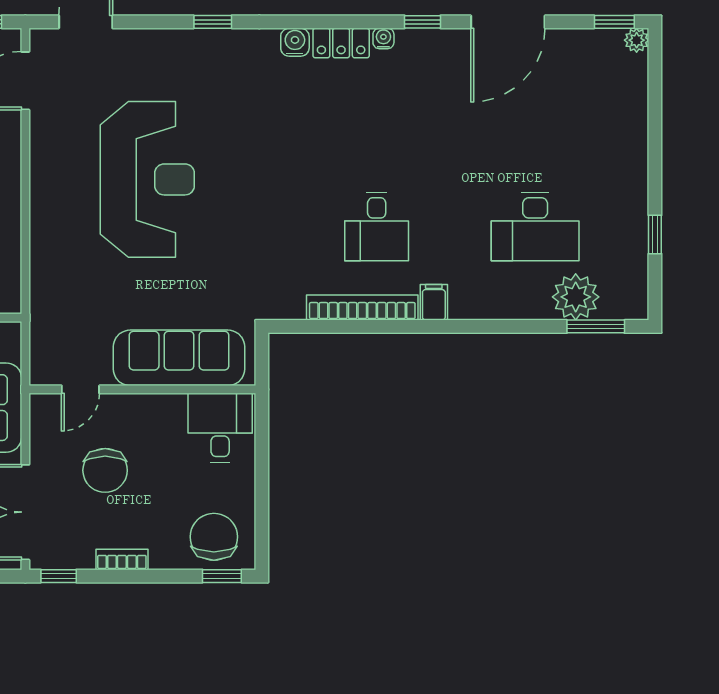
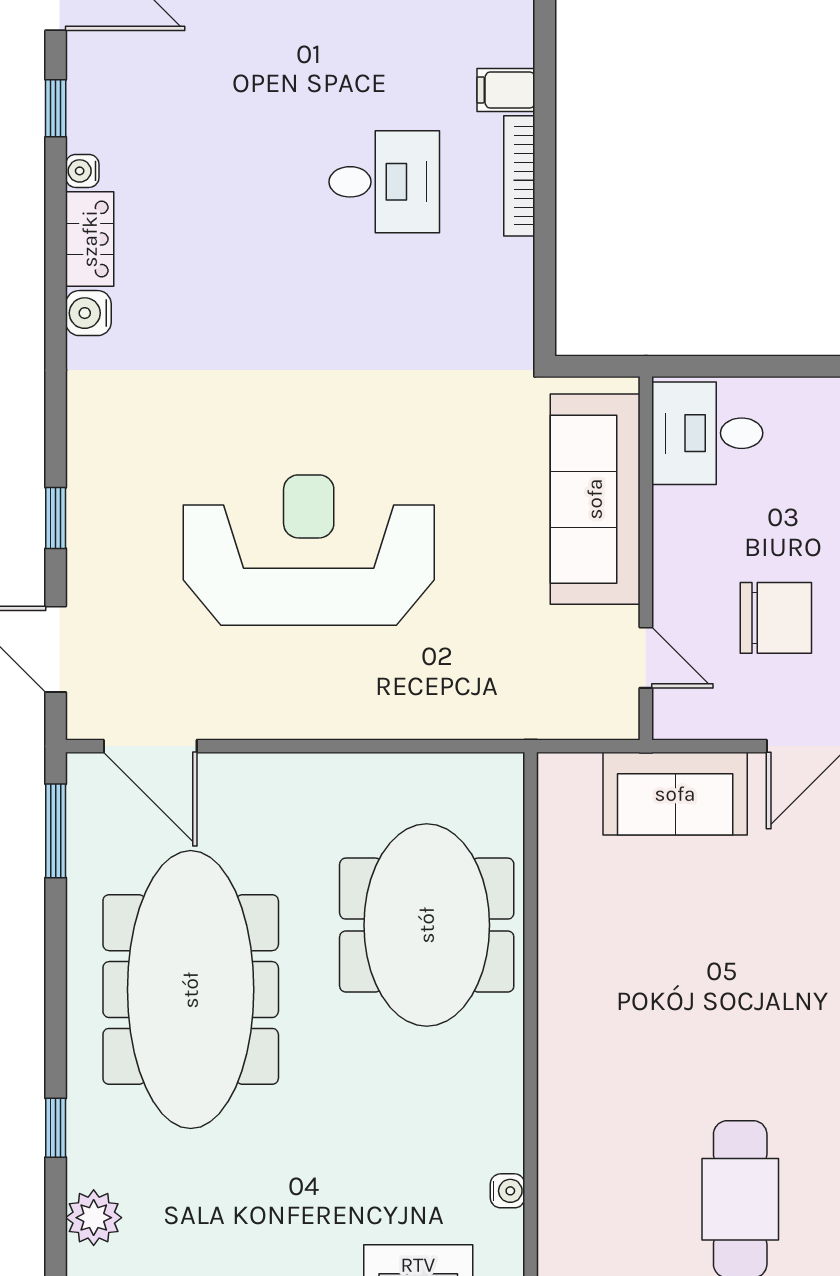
window: (213, 22) -> (56, 518), moved
bookcase: (362, 308) -> (519, 176), width x0.68, depth x0.76

